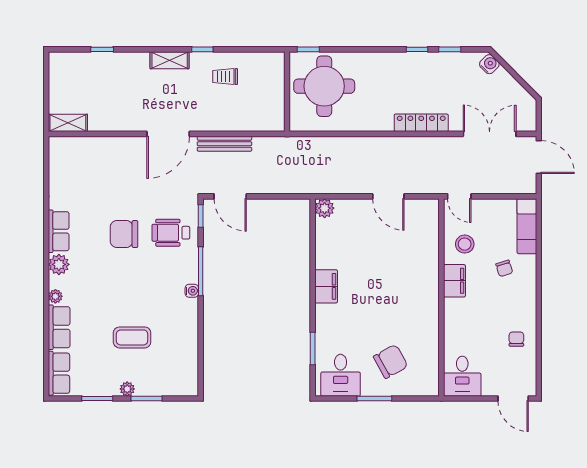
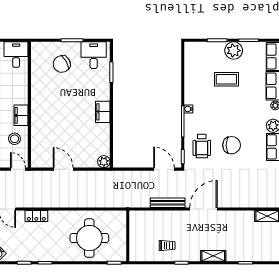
shelving: (170, 60) -> (213, 256), moved
round table: (324, 86) -> (89, 238), moved
locker: (421, 123) -> (36, 216), width x0.66
wheelchair: (171, 233) -> (202, 146), turned 90
plant: (127, 389) -> (234, 51), width x1.88, depth x1.88

